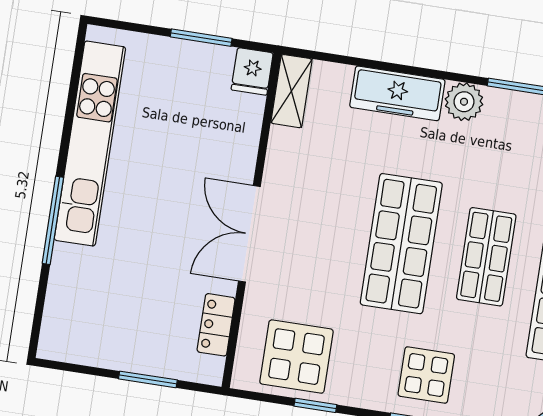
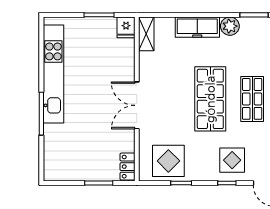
locker: (216, 325) -> (127, 167), moved

